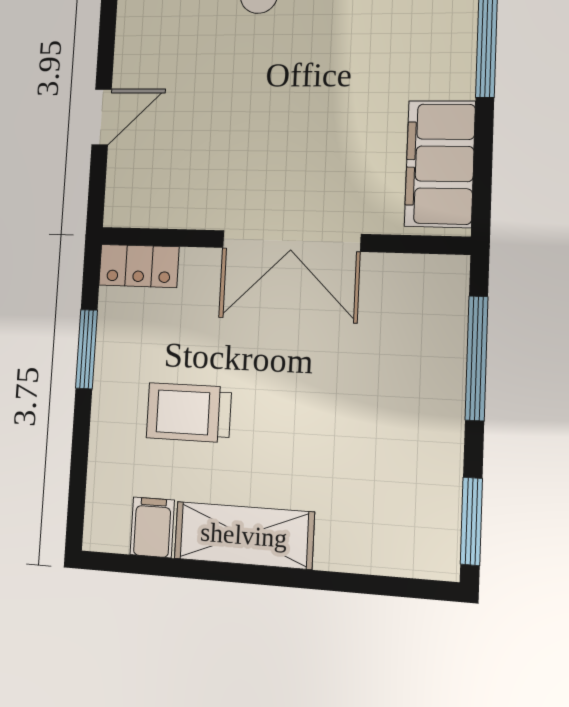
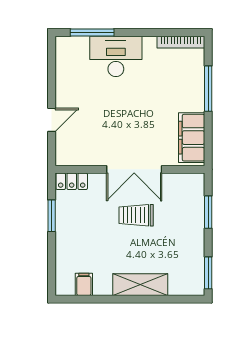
window: (477, 358) -> (208, 212), width x0.69
trolley: (189, 413) -> (136, 215), moved
shelving: (244, 535) -> (140, 285), moved

